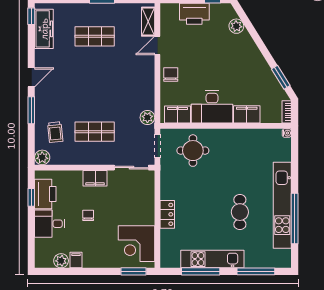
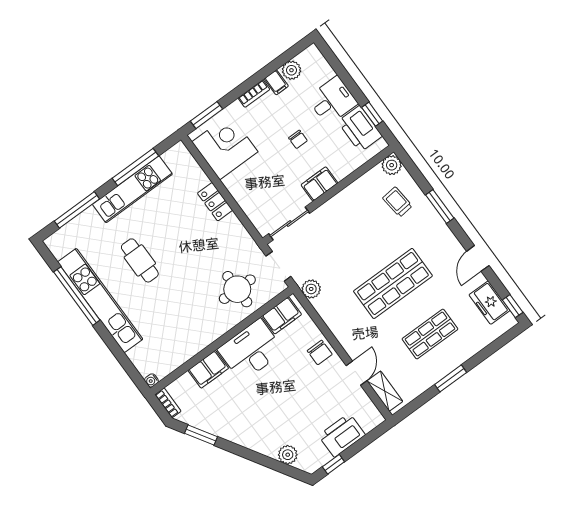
freezer: (44, 29) -> (489, 303), width x0.71
door: (31, 77) -> (478, 258), moved
shop shelf: (95, 132) -> (393, 283), moved, width x1.43, depth x1.36
bookcase: (95, 263) -> (254, 94), added

